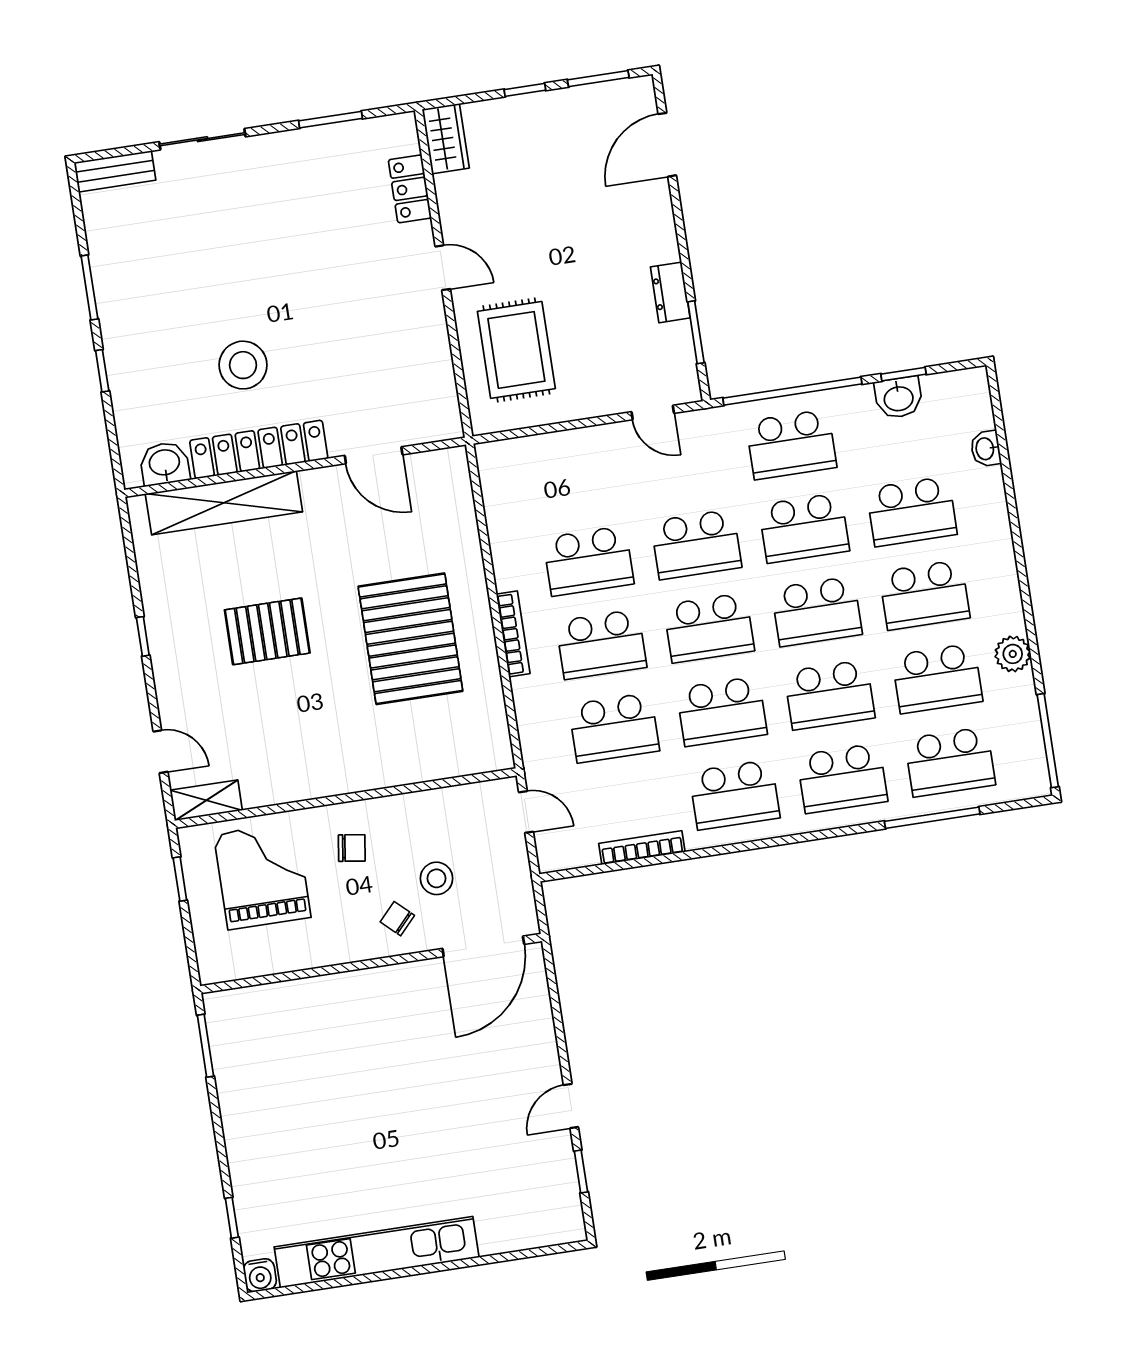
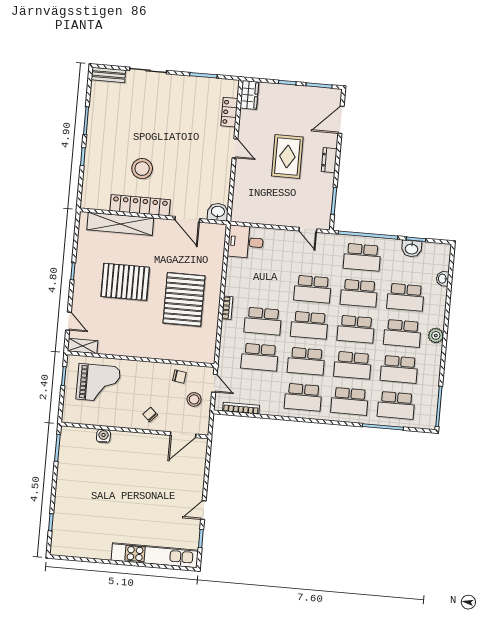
dresser: (670, 292) -> (329, 160), moved
rug: (516, 350) -> (287, 157), moved
washbasin: (165, 464) -> (218, 212), moved
desk: (518, 474) -> (246, 242), added
school desk: (589, 561) -> (266, 285), removed
pallet: (267, 631) -> (125, 282), width x1.37, depth x1.41
bookcase: (513, 634) -> (227, 308), width x0.64
plant: (1013, 654) -> (436, 335), moved
chair: (352, 848) -> (179, 377), moved
bookcase: (642, 848) -> (241, 408), moved
grand piano: (262, 876) -> (98, 383), turned 90
stool: (437, 878) -> (194, 399), moved
door: (483, 946) -> (183, 435), width x0.73
kitchen unit: (377, 1252) -> (155, 555), moved
water cooler: (260, 1275) -> (103, 436), moved, turned 180

